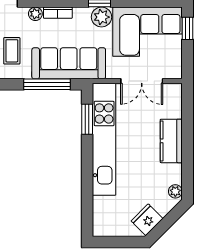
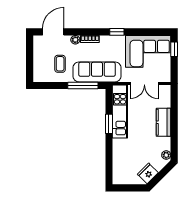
plant: (102, 17) -> (118, 42), removed
window: (87, 119) -> (109, 124), moved
kitchen unit: (104, 139) -> (120, 112), width x0.73

